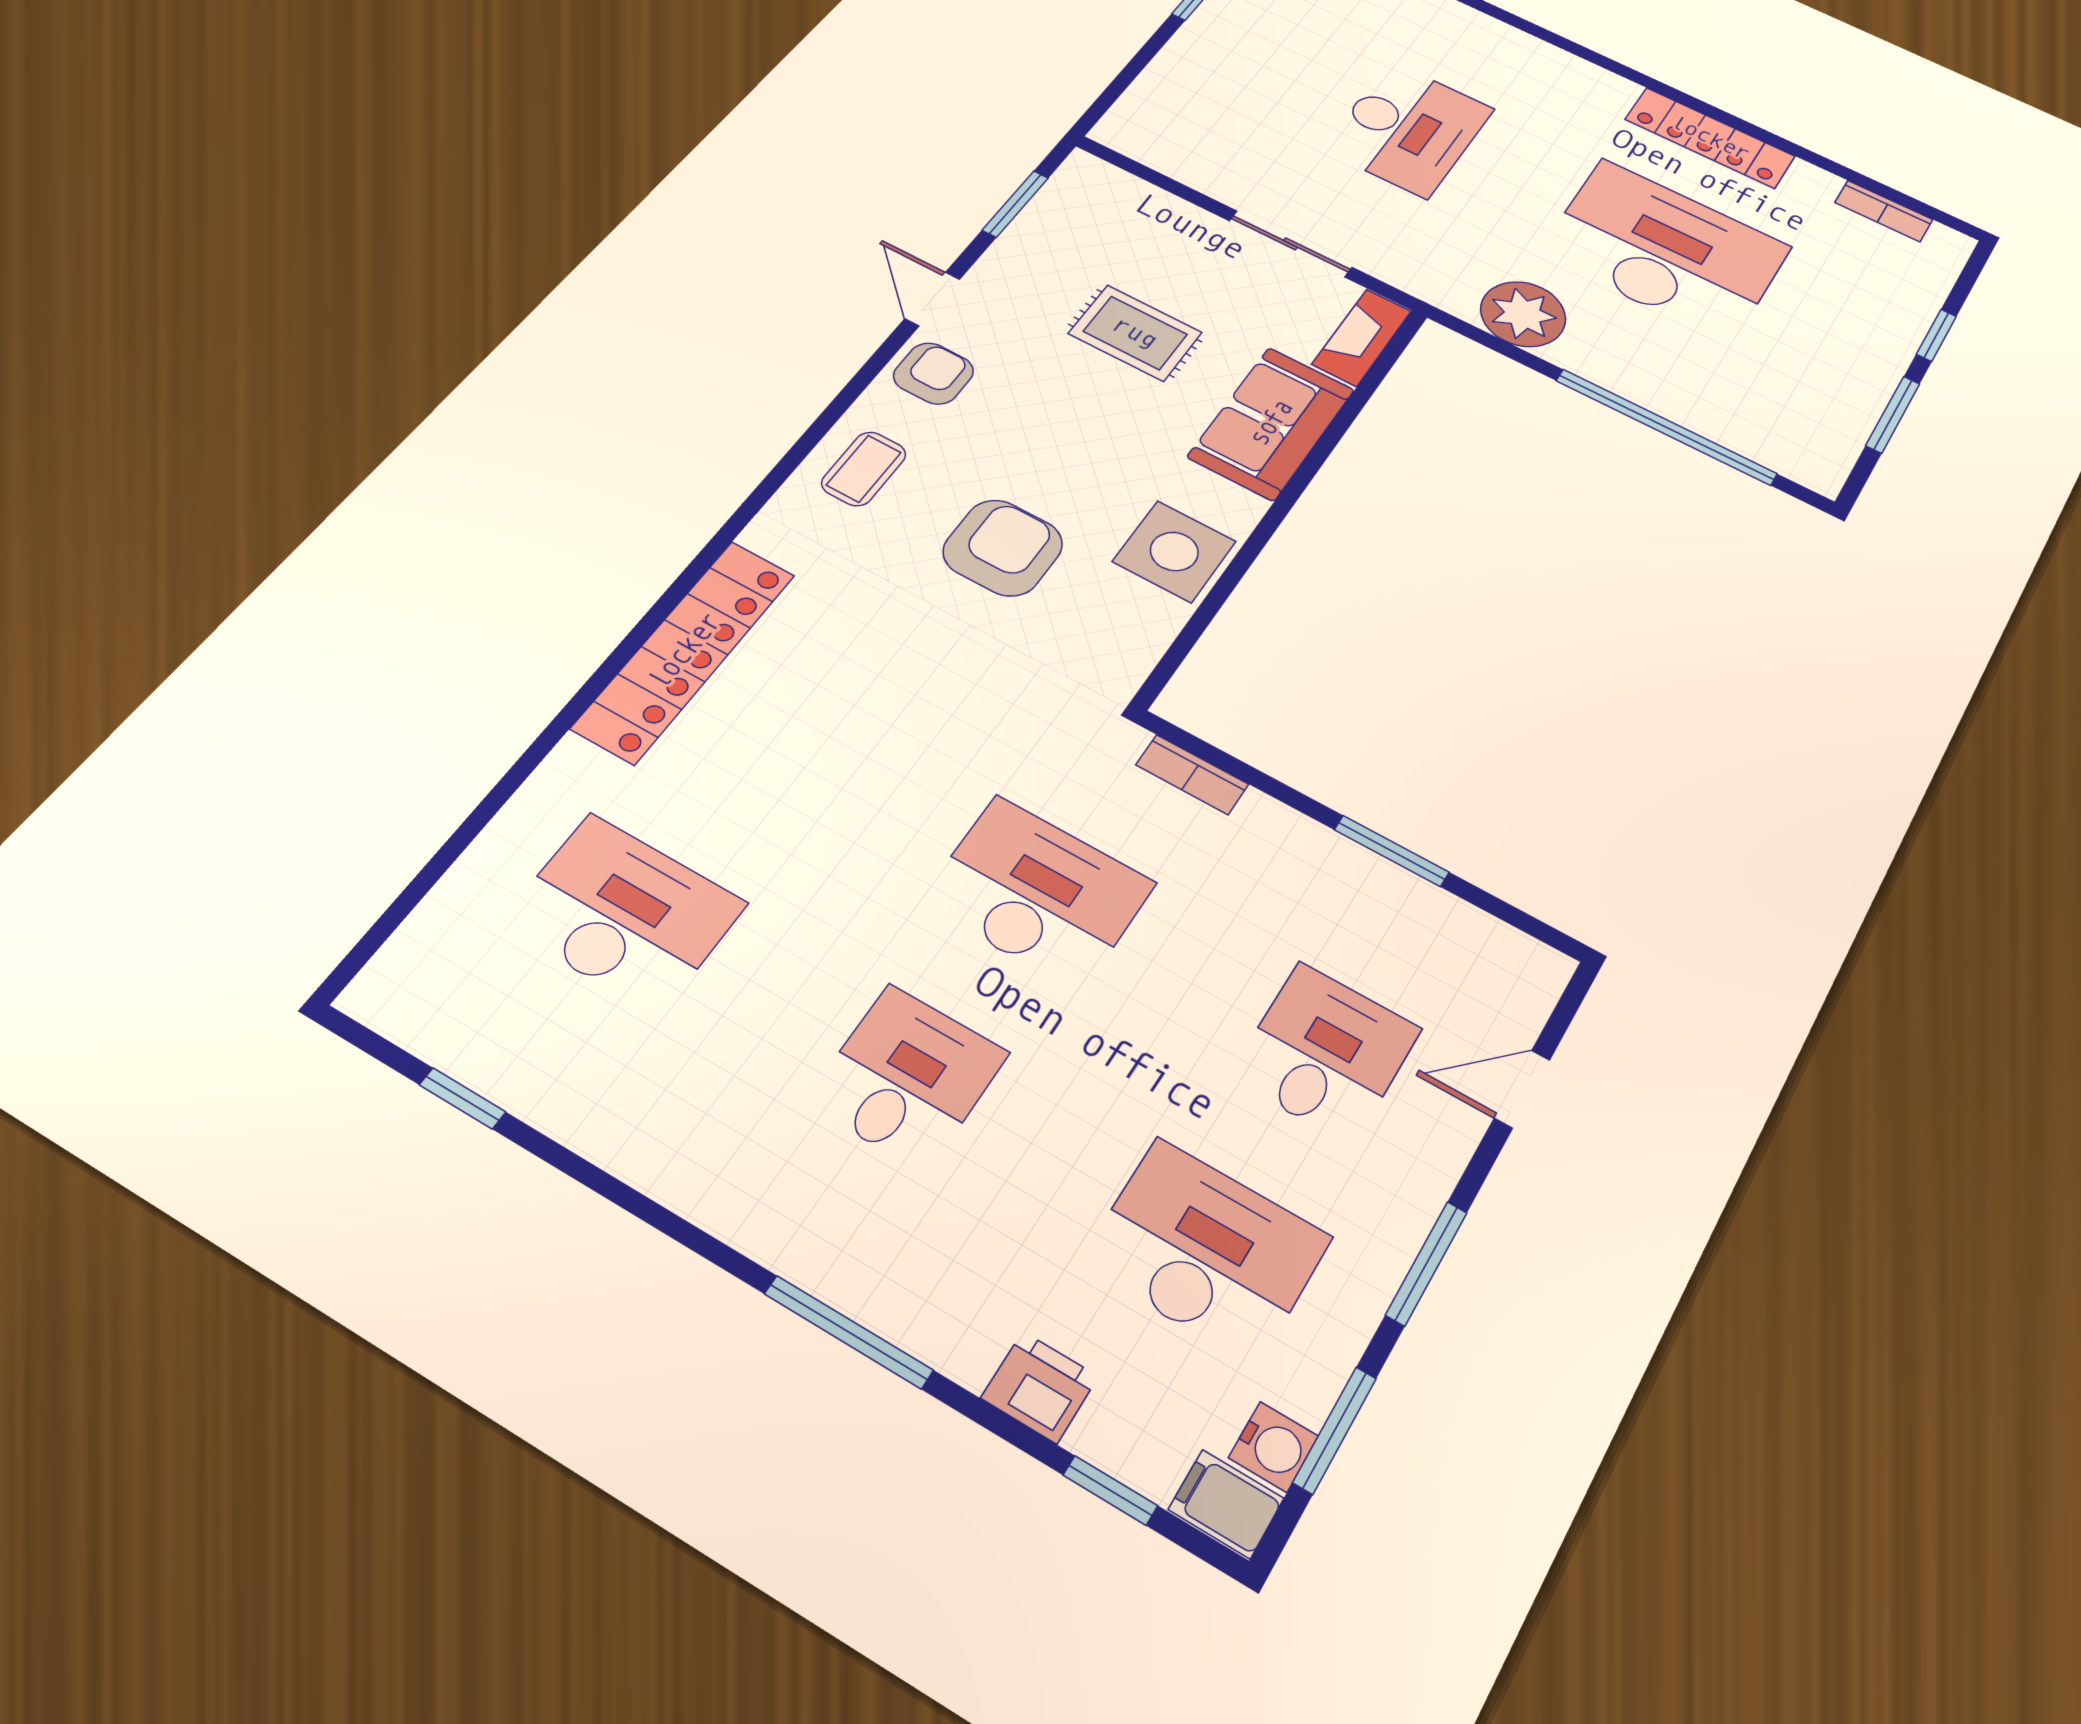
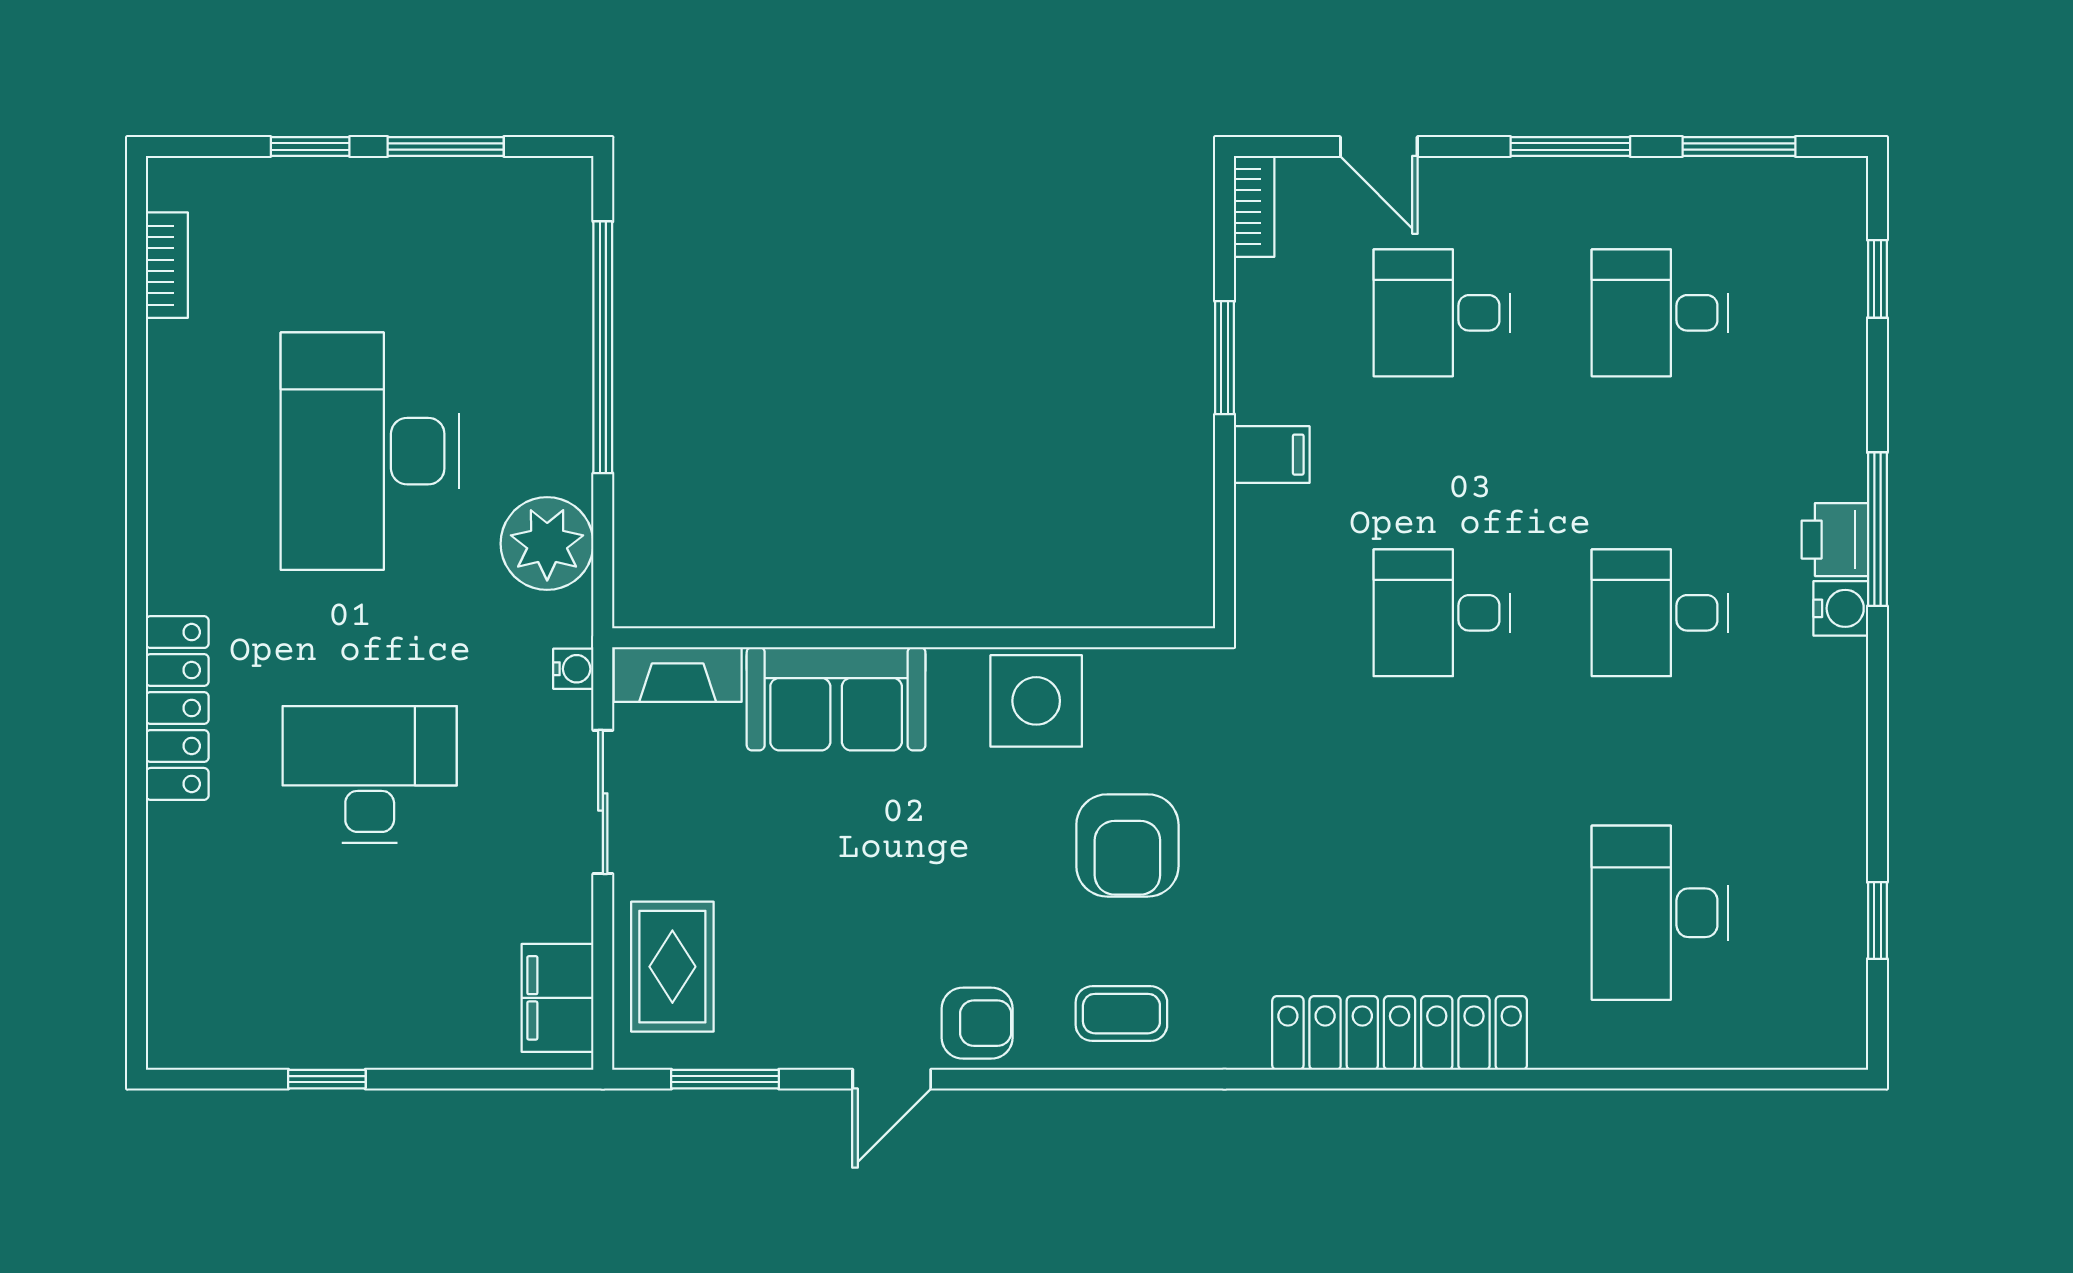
locker: (1710, 138) -> (177, 708), moved
filing cabinet: (1156, 144) -> (558, 998), added
water cooler: (1410, 279) -> (573, 669), added
rug: (1135, 333) -> (672, 967), moved
armchair: (933, 373) -> (977, 1023), turned 180
armchair: (1003, 548) -> (1127, 845), turned -90
bookcase: (1192, 774) -> (1254, 206), moved
desk: (1038, 893) -> (1442, 613), width x0.73
desk: (1206, 1250) -> (1660, 313), width x0.73
printer: (1040, 1387) -> (1835, 540), moved
water cooler: (1273, 1447) -> (1841, 608), moved, turned 90
filing cabinet: (1226, 1504) -> (1272, 455), moved, turned -90

